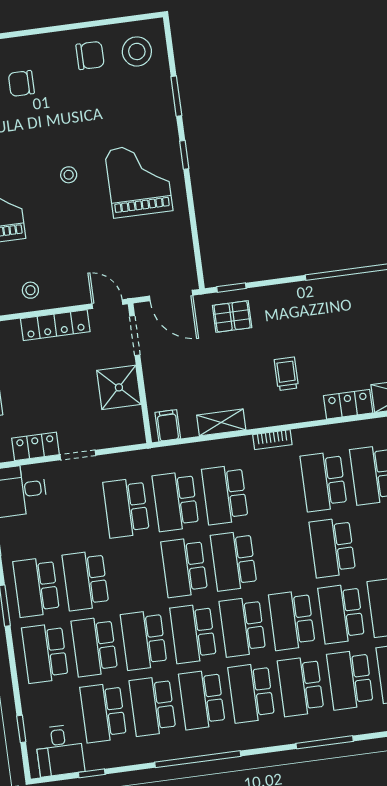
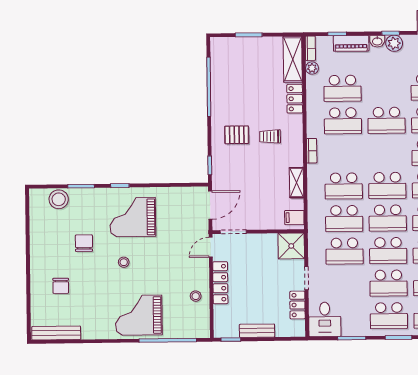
stool: (137, 51) -> (59, 199), moved
chair: (90, 55) -> (84, 243), moved
pallet: (232, 316) -> (237, 135), moved, turned 90
shower: (119, 387) -> (291, 246), moved
school desk: (135, 574) -> (388, 251), added

